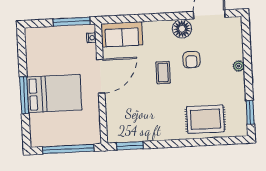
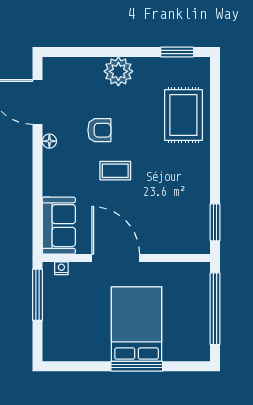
floor lamp: (182, 29) -> (49, 141), width x0.53, depth x0.53
plant: (239, 66) -> (118, 71), width x1.88, depth x1.88

